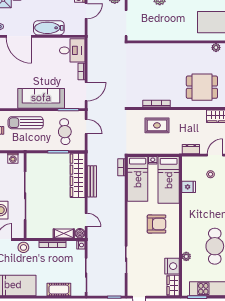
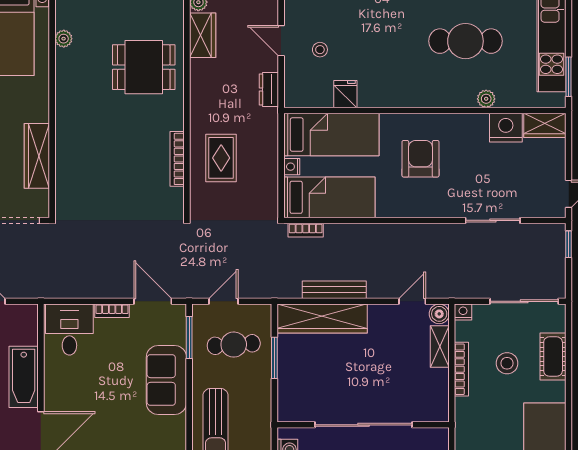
wardrobe: (158, 34) -> (37, 156), added
dining table: (202, 87) -> (144, 67), turned 90
sofa: (41, 98) -> (166, 380), width x0.73
stool: (23, 247) -> (507, 363), moved

